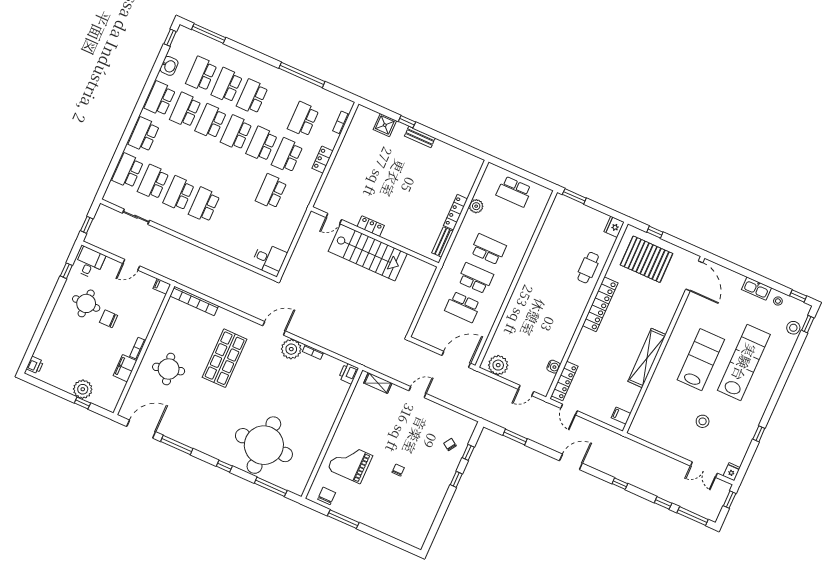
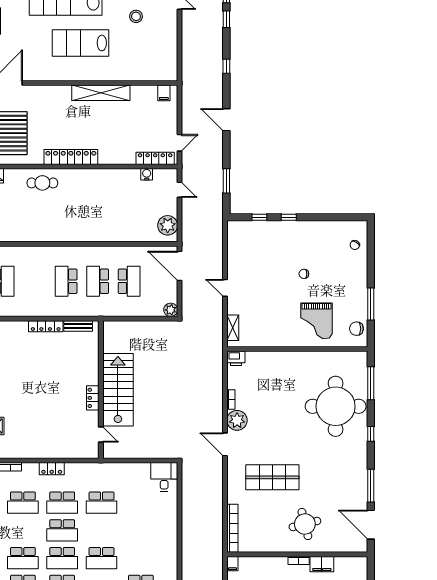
school desk: (204, 205) -> (102, 558), moved
plant: (476, 206) -> (171, 310), moved
chair: (450, 445) -> (355, 245), moved

